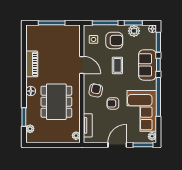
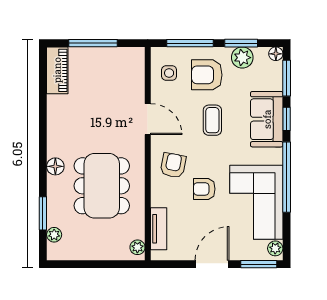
armchair: (114, 40) -> (207, 75), turned 180
piano: (32, 64) -> (57, 70), moved

